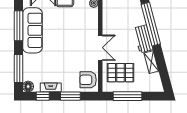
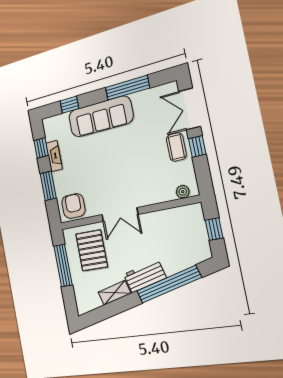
sofa: (32, 30) -> (101, 117), moved
window: (19, 69) -> (69, 105), width x0.46
floor lamp: (28, 86) -> (49, 125), removed

